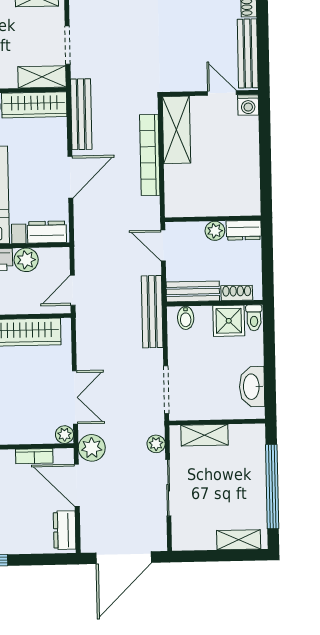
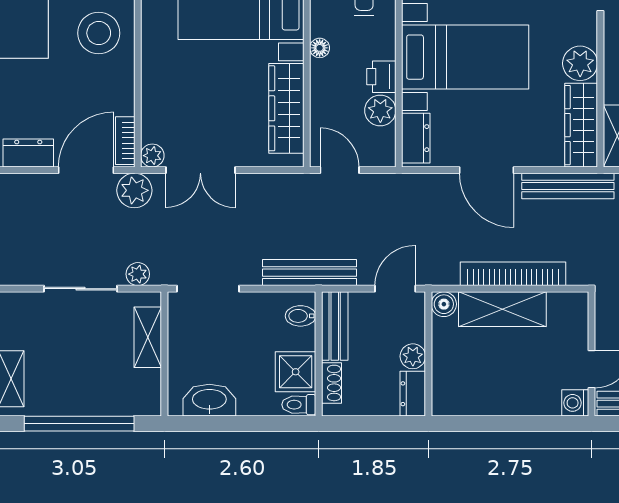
shelving: (176, 130) -> (502, 309), moved
boiler: (174, 208) -> (444, 304), added
bookcase: (34, 456) -> (125, 141), moved

